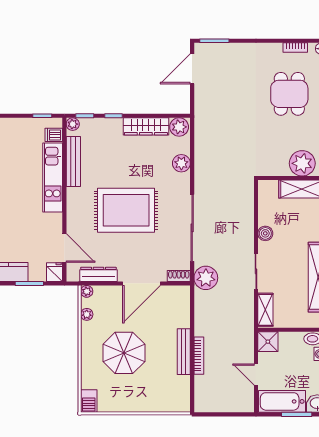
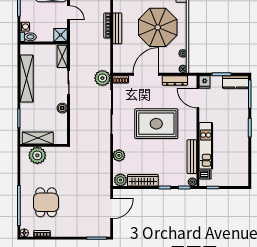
door: (192, 69) -> (112, 208), moved
parasol: (124, 353) -> (158, 27), width x1.36, depth x1.36

